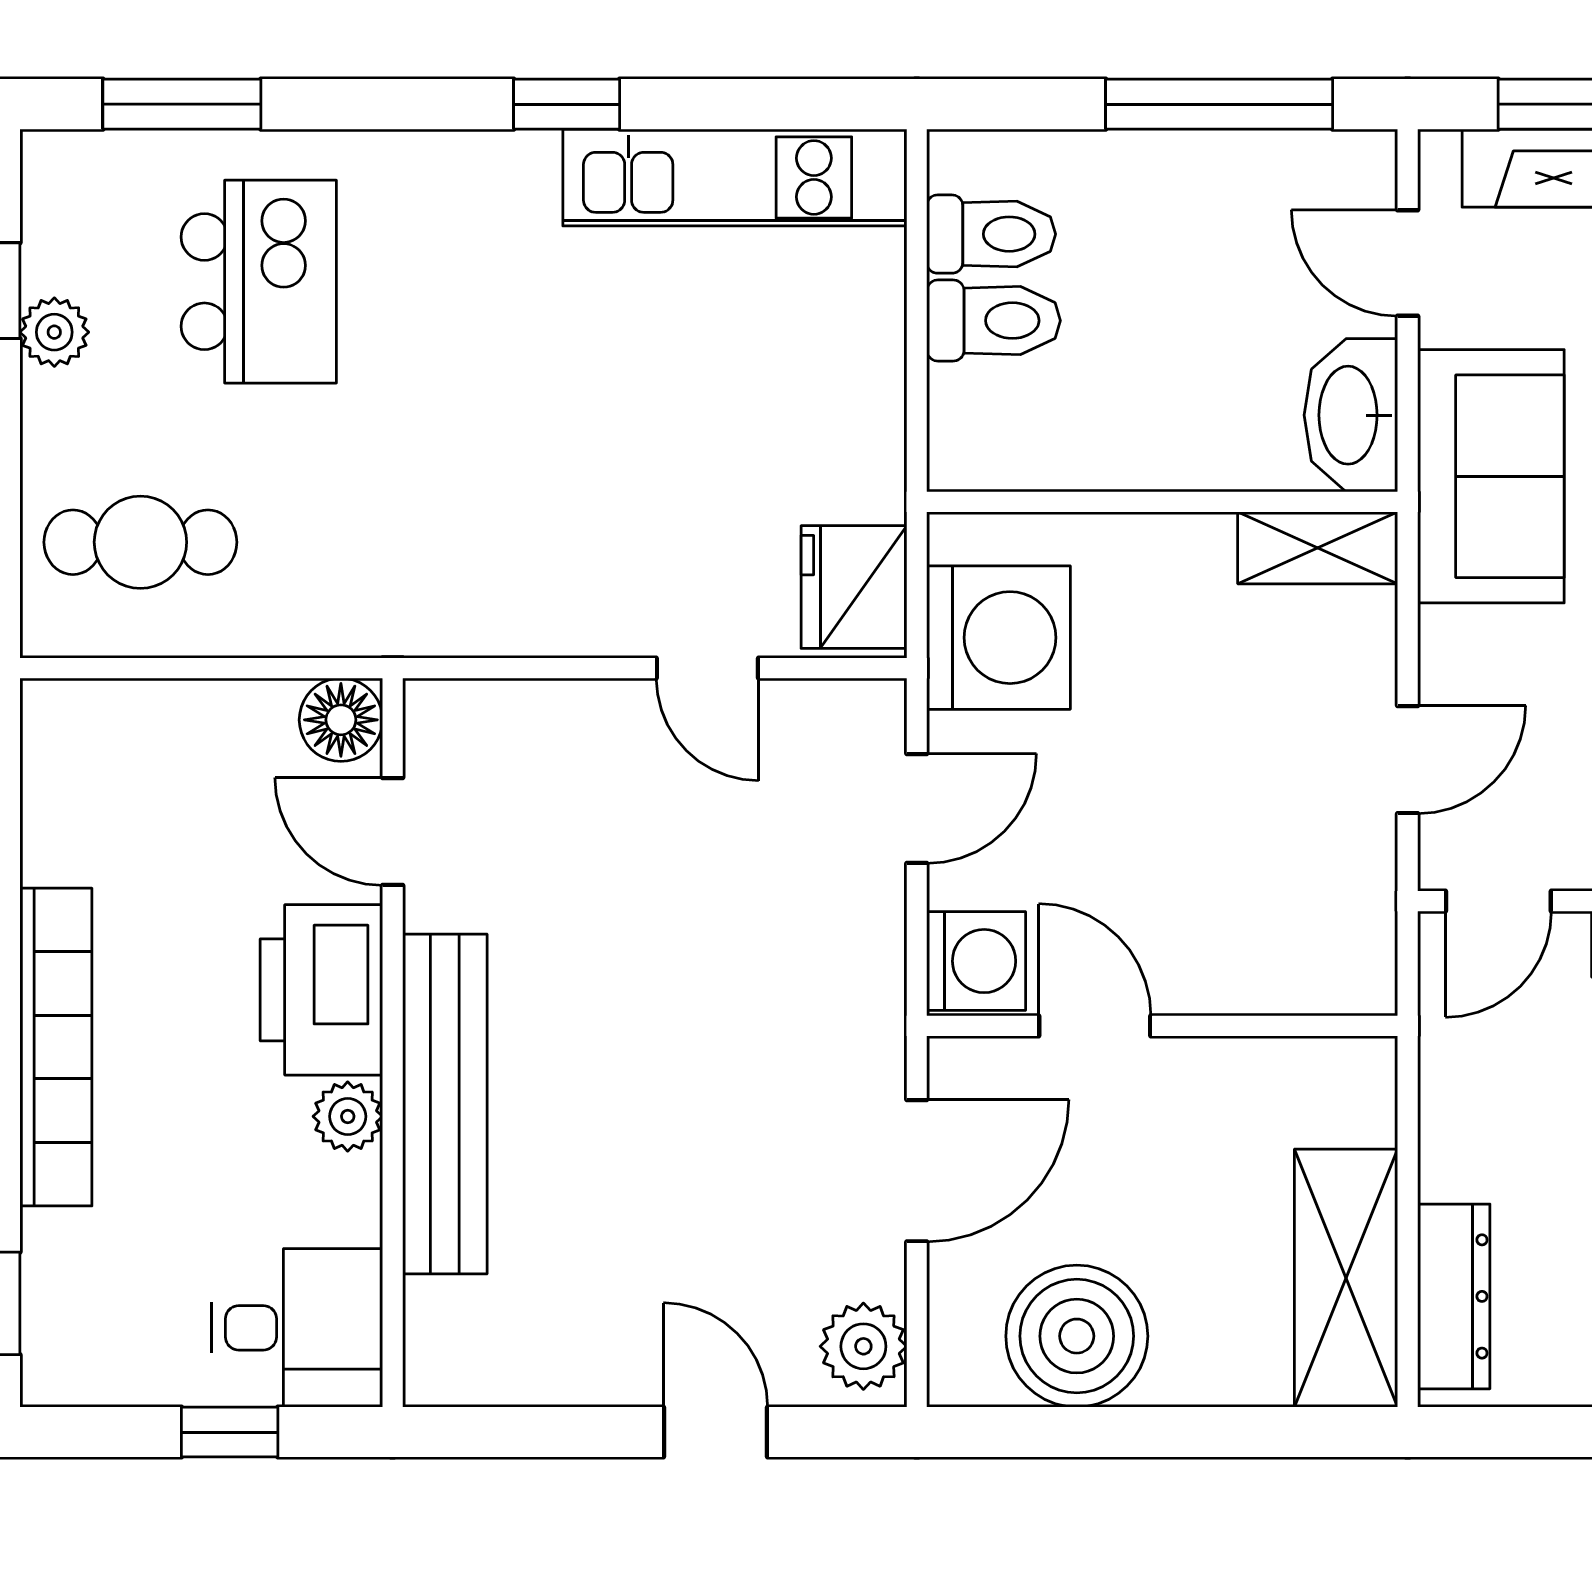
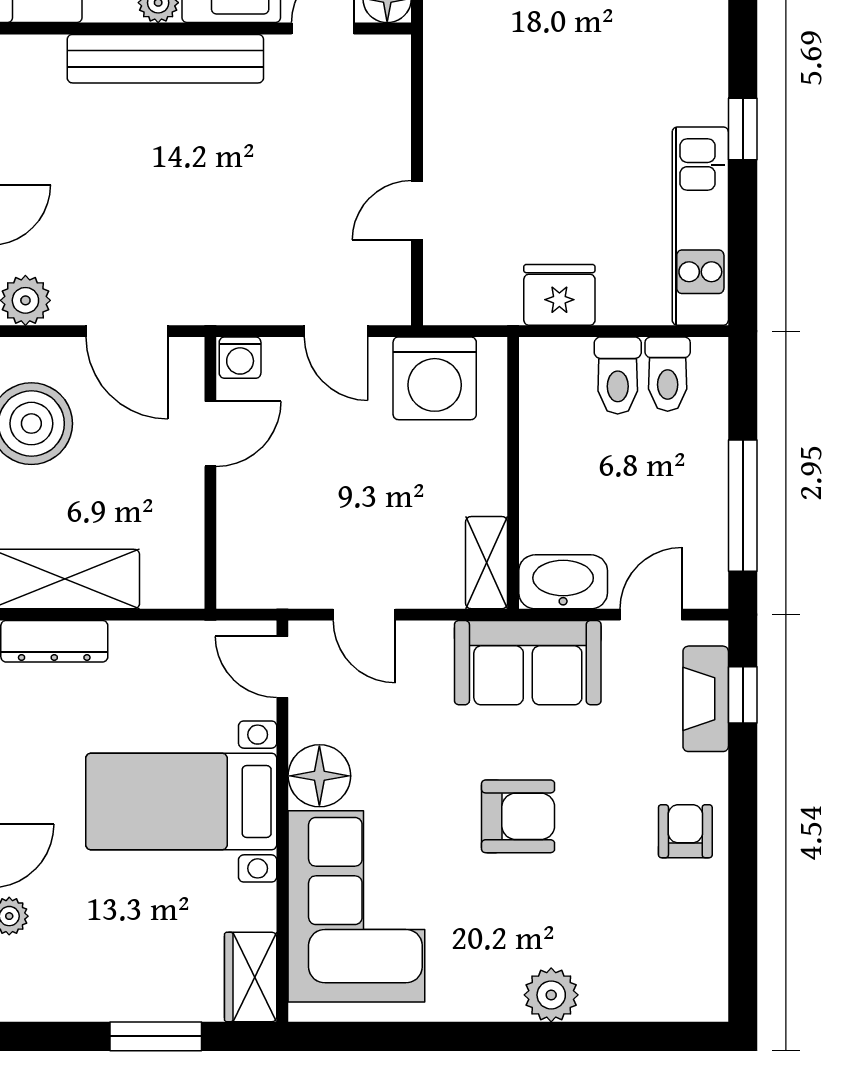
fridge: (854, 587) -> (559, 295), moved
washing machine: (976, 961) -> (240, 358), width x0.73, depth x0.73

